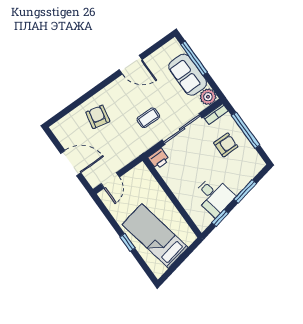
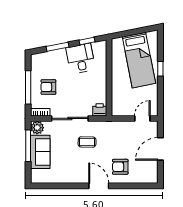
window: (194, 58) -> (28, 146), moved
door: (131, 65) -> (99, 186), moved
armchair: (98, 117) -> (120, 167), turned 78
door: (71, 163) -> (160, 149), hinge flipped

